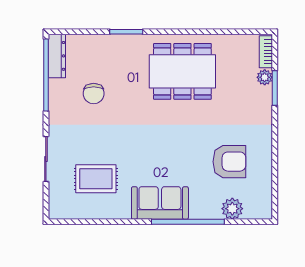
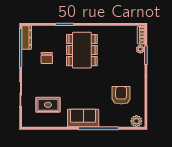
dining table: (182, 71) -> (82, 50), moved, turned 90
armchair: (229, 162) -> (121, 95), turned -90
plant: (232, 209) -> (136, 121), moved

